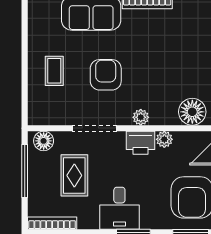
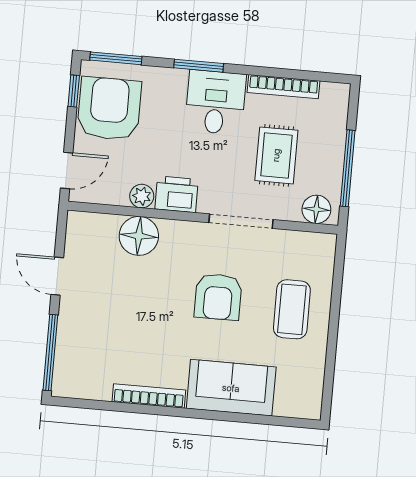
coffee table: (54, 71) -> (292, 309), width x1.36, depth x1.30
floor lamp: (192, 112) -> (139, 236), moved
plant: (141, 117) -> (173, 231), removed
bookcase: (52, 223) -> (284, 87), moved

